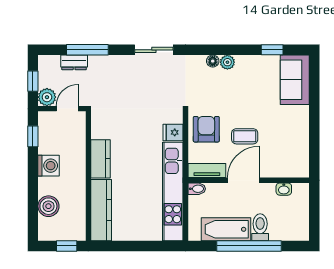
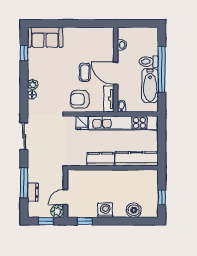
door: (67, 109) -> (65, 197), hinge flipped
kitchen counter: (100, 159) -> (101, 159), moved
wall: (88, 176) -> (113, 168), moved
kitchen counter: (101, 210) -> (137, 159), moved

